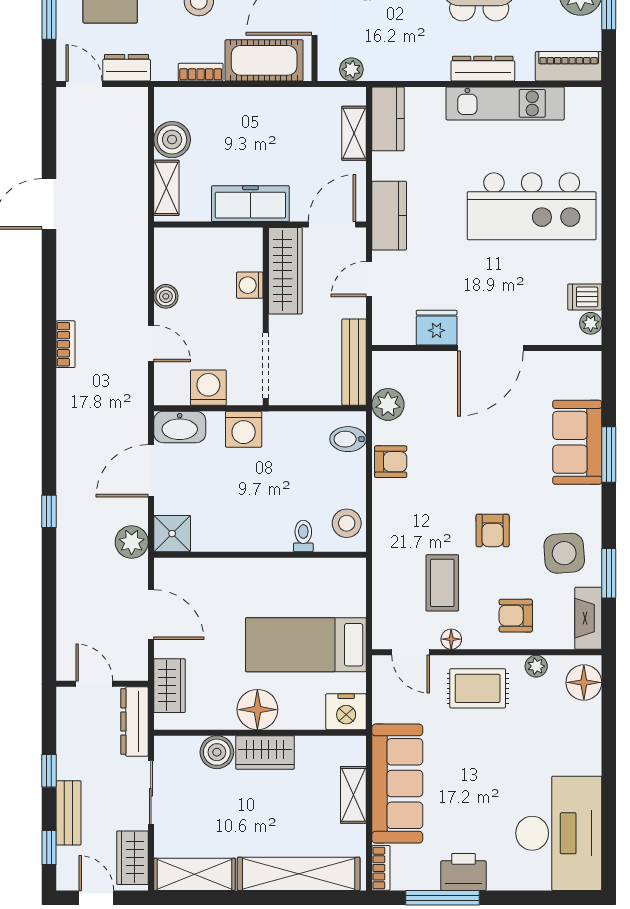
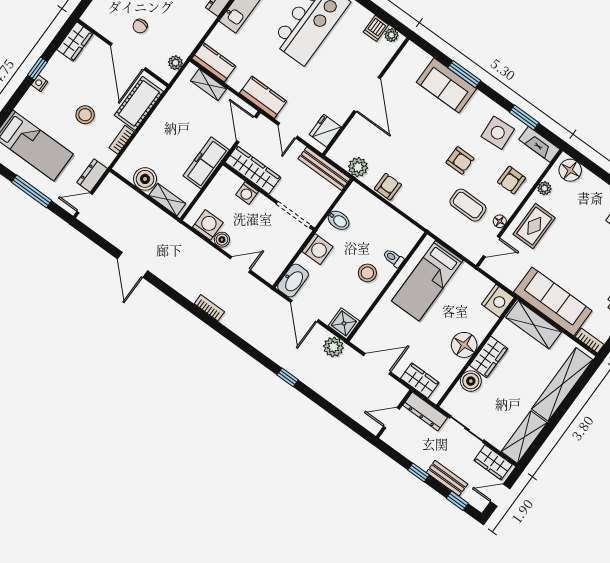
fridge: (437, 328) -> (325, 131), moved
washing machine: (208, 388) -> (208, 225), moved, turned 90
bidet: (348, 439) -> (339, 220), moved, turned -90
stool: (347, 523) -> (367, 273), moved
bed: (306, 645) -> (427, 281), moved
shelving: (353, 795) -> (534, 325), width x1.50, depth x1.33

